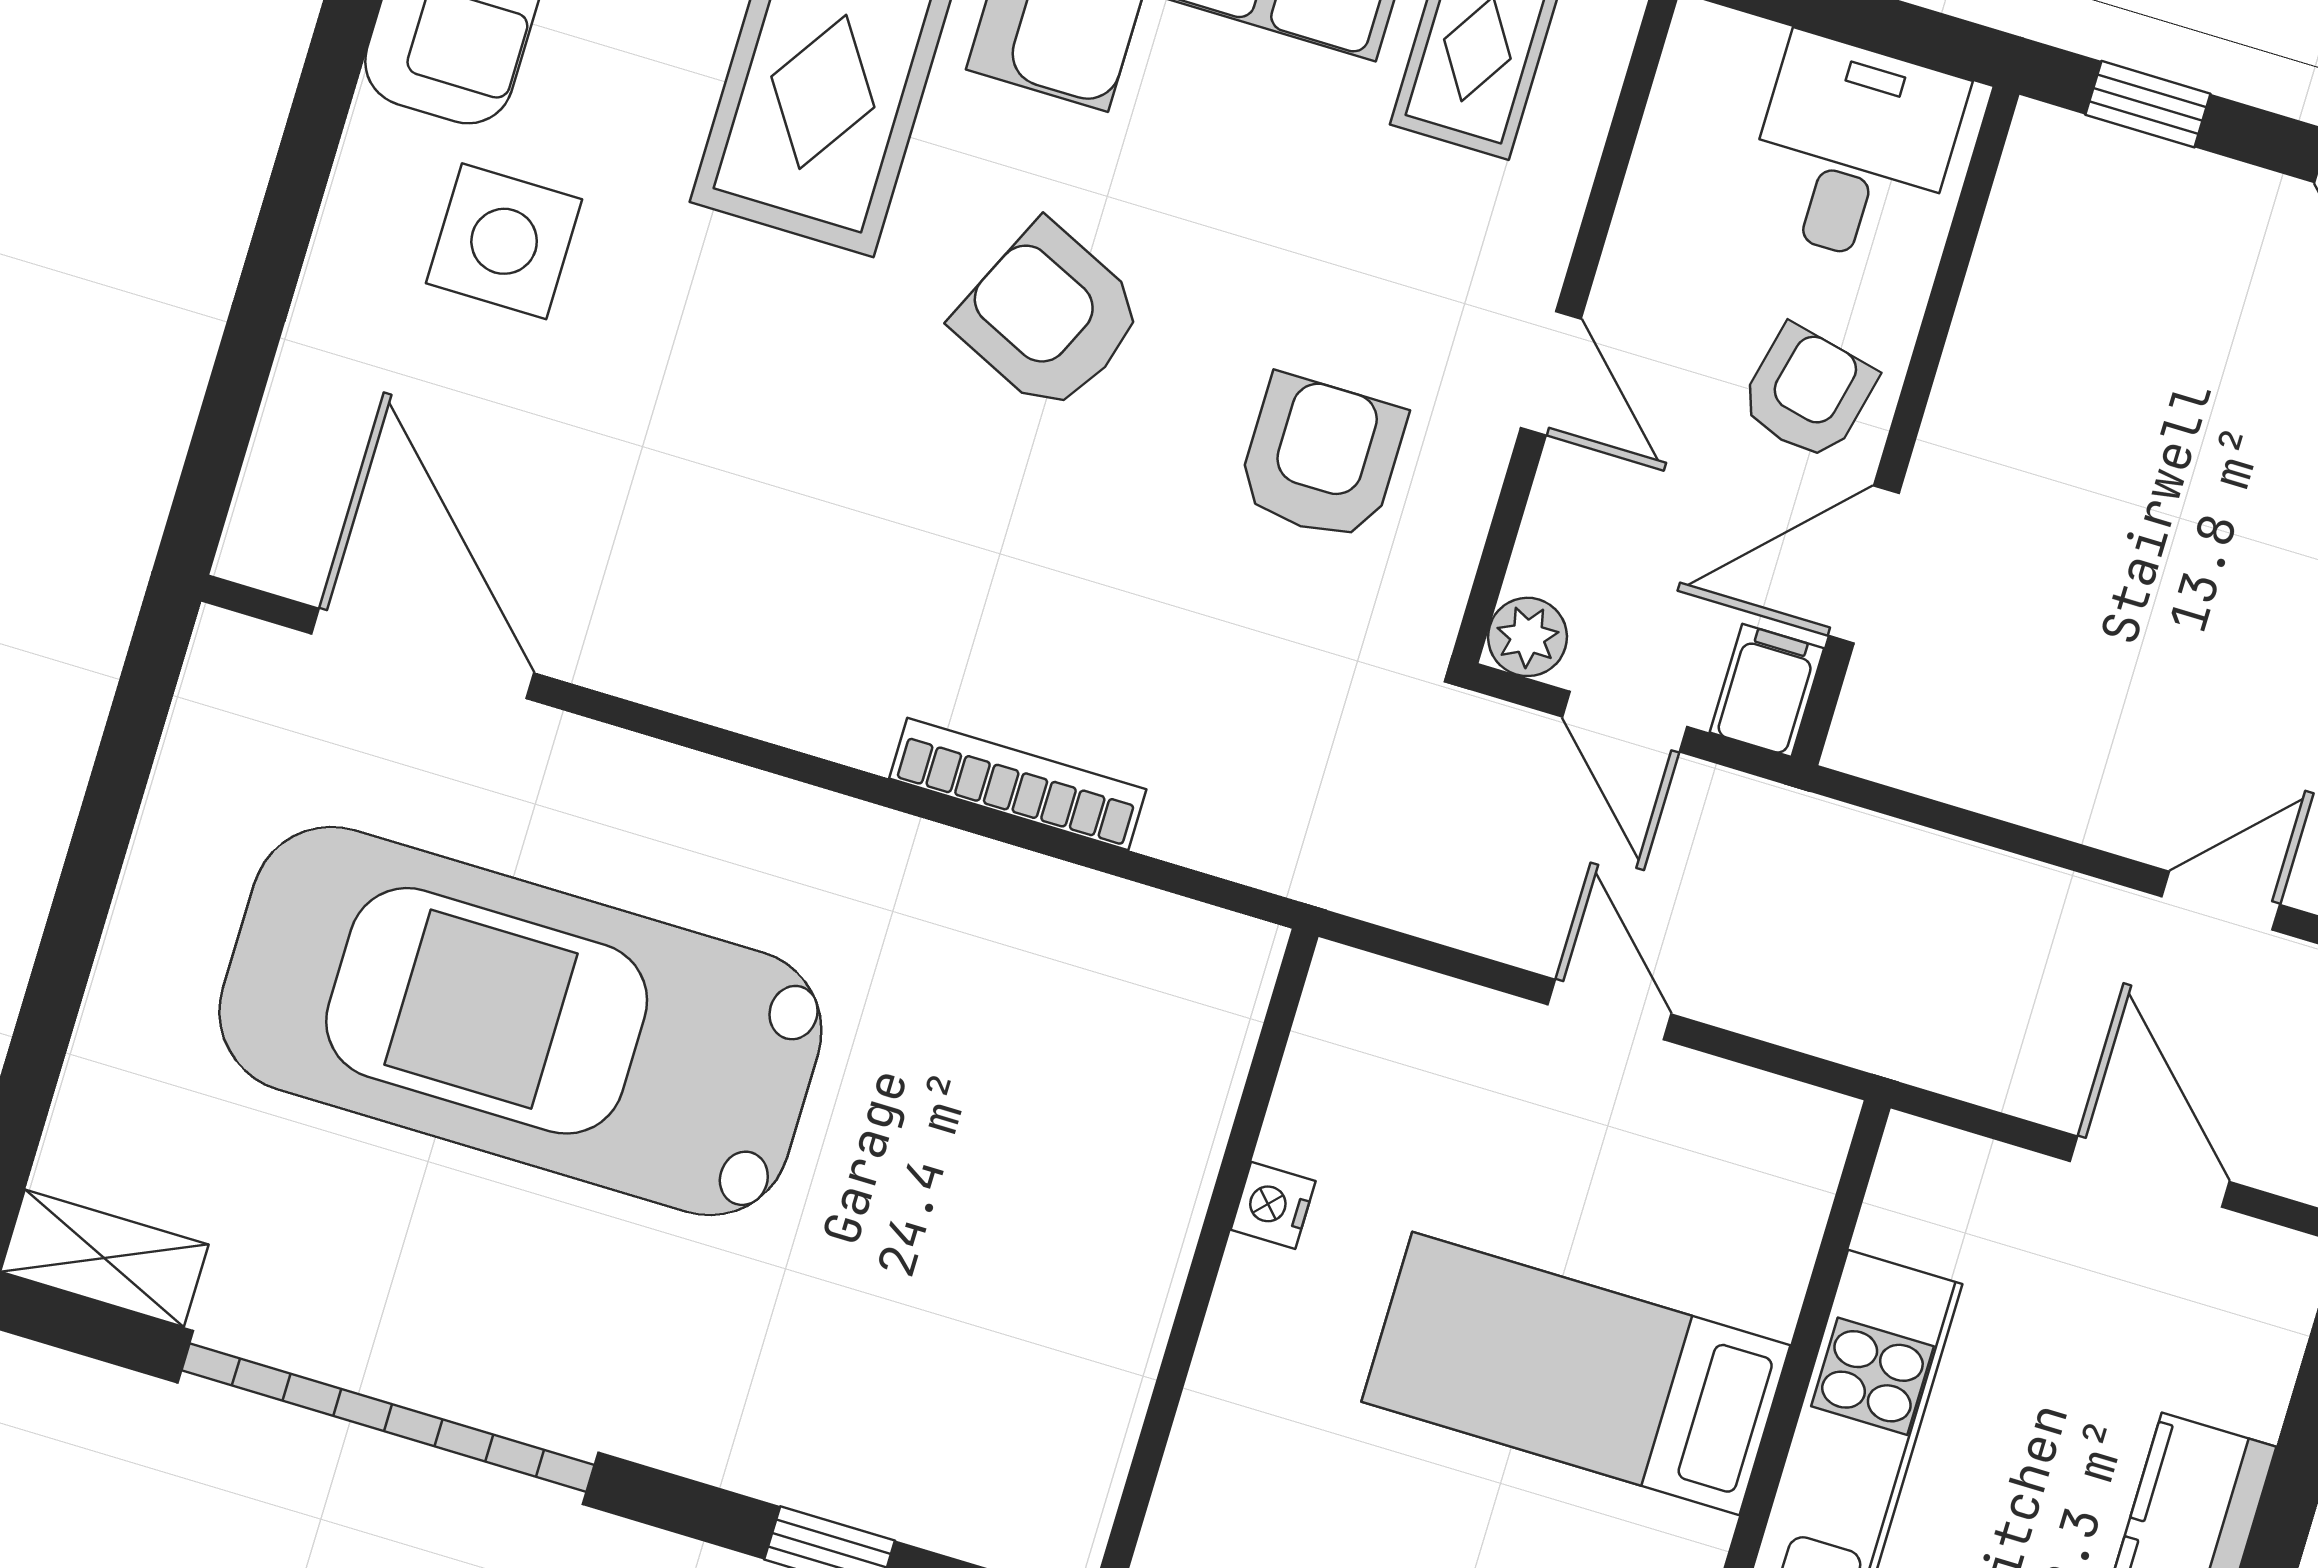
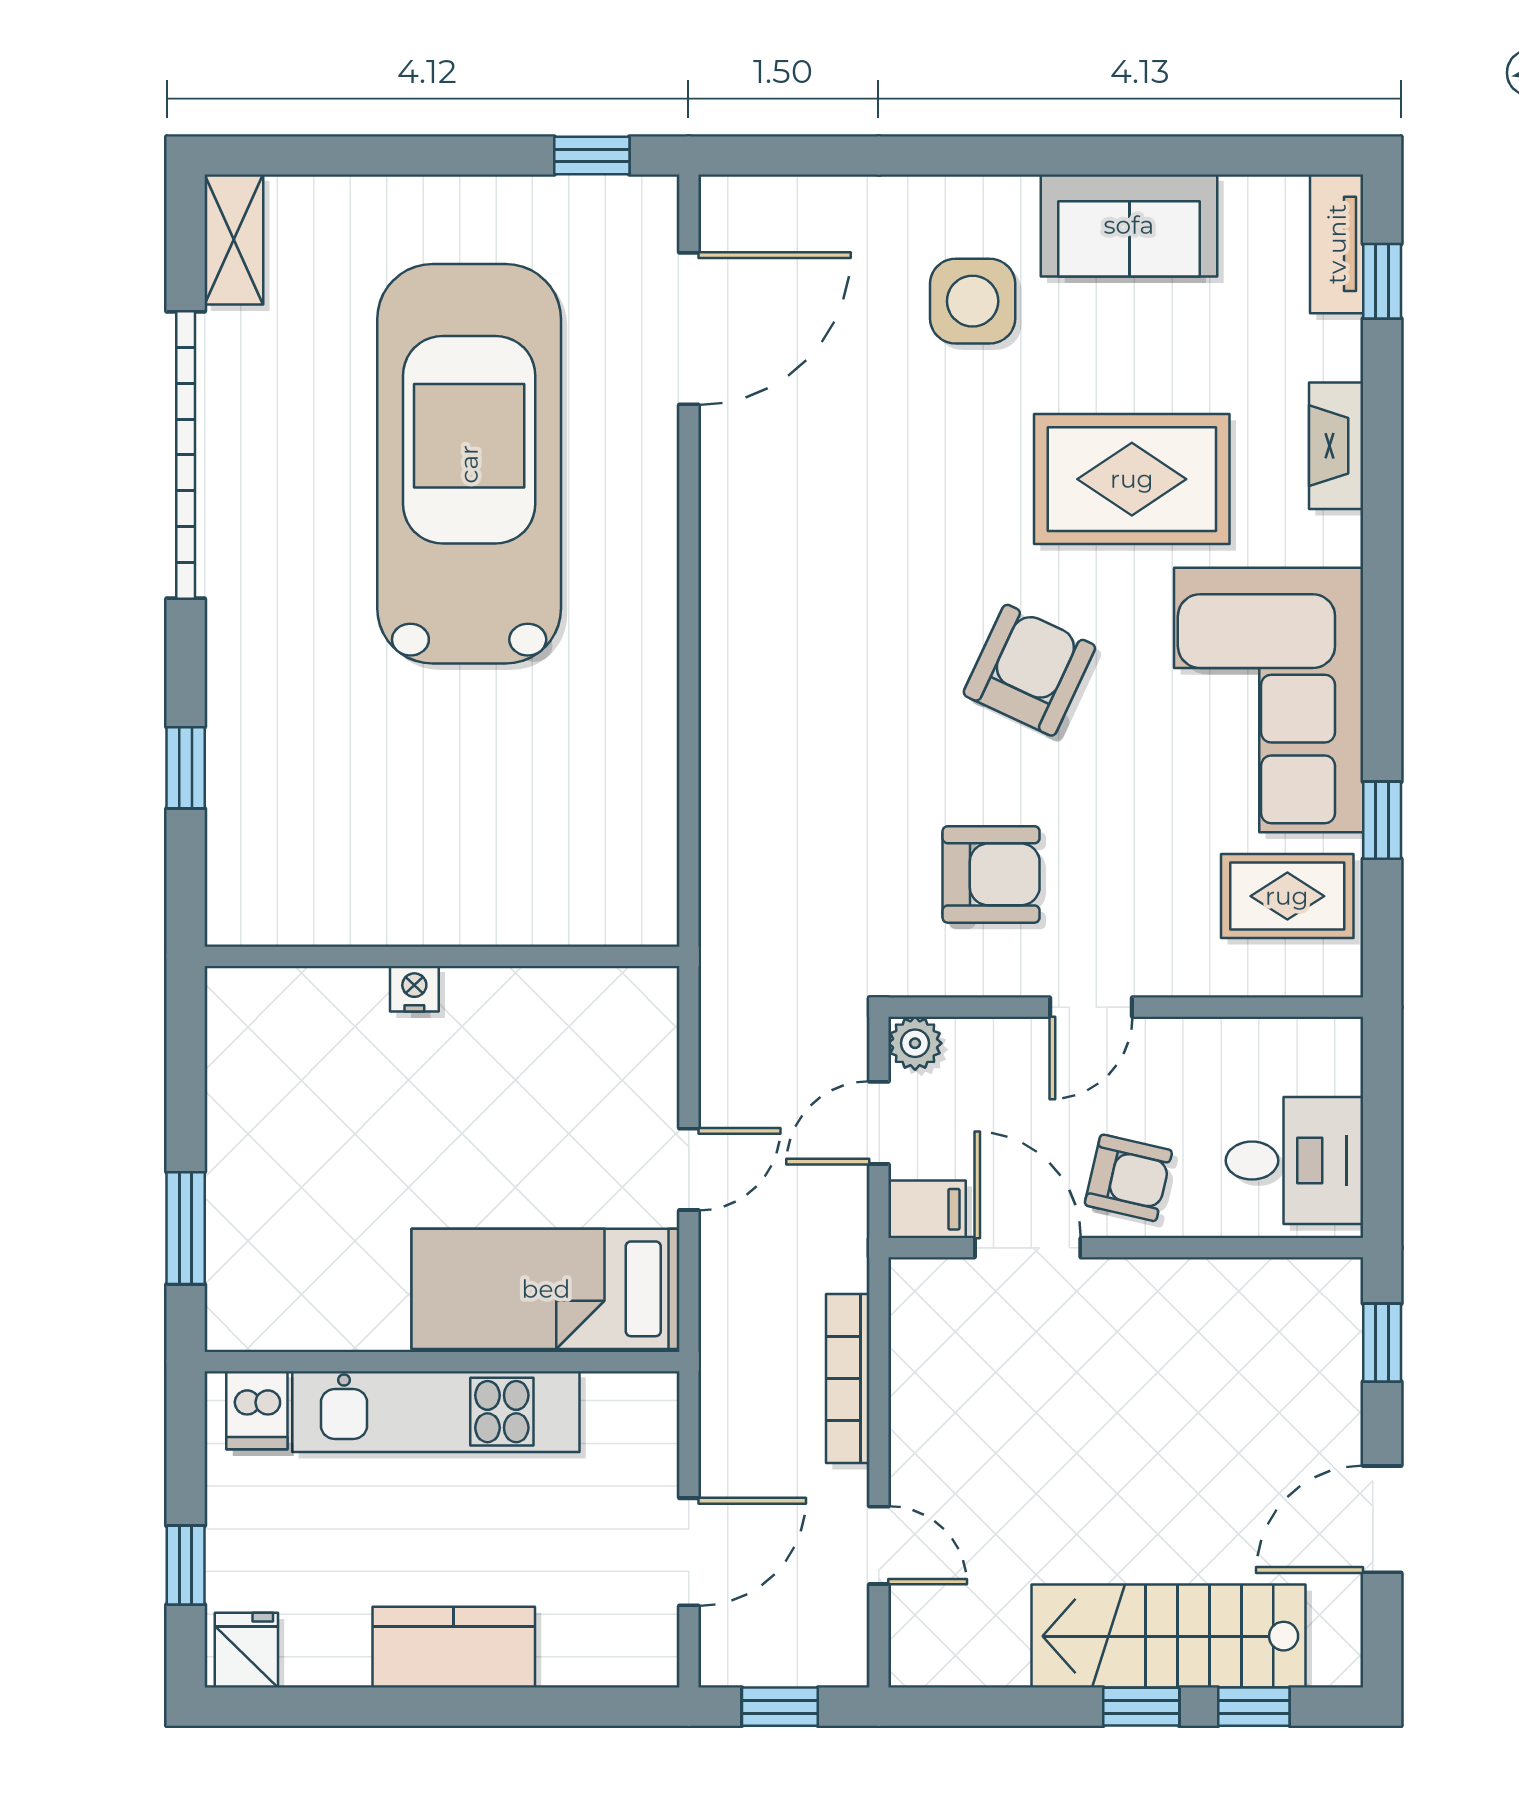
window: (137, 717) -> (592, 155), added
bookcase: (1018, 784) -> (848, 1378), moved, turned 180
nightstand: (1273, 1205) -> (414, 989), moved
bed: (1576, 1373) -> (546, 1289), moved, turned -90

